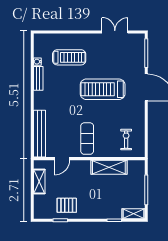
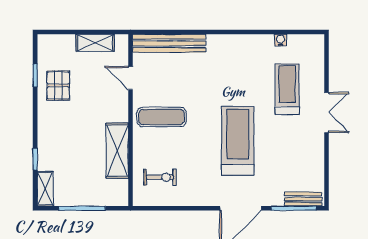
double door: (115, 32) -> (326, 112), moved
treadmill: (69, 57) -> (287, 89), turned 180
bench: (38, 78) -> (303, 199), moved

